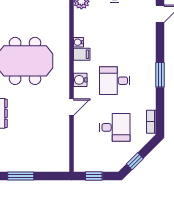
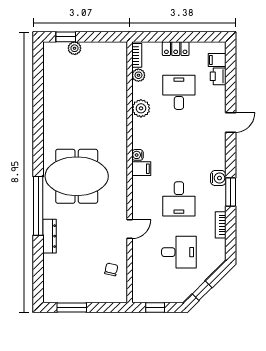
water cooler: (80, 80) -> (218, 178), moved, turned 180
desk: (115, 81) -> (179, 199), turned -90
bookcase: (151, 122) -> (221, 225), moved
chair: (55, 143) -> (111, 269), added

